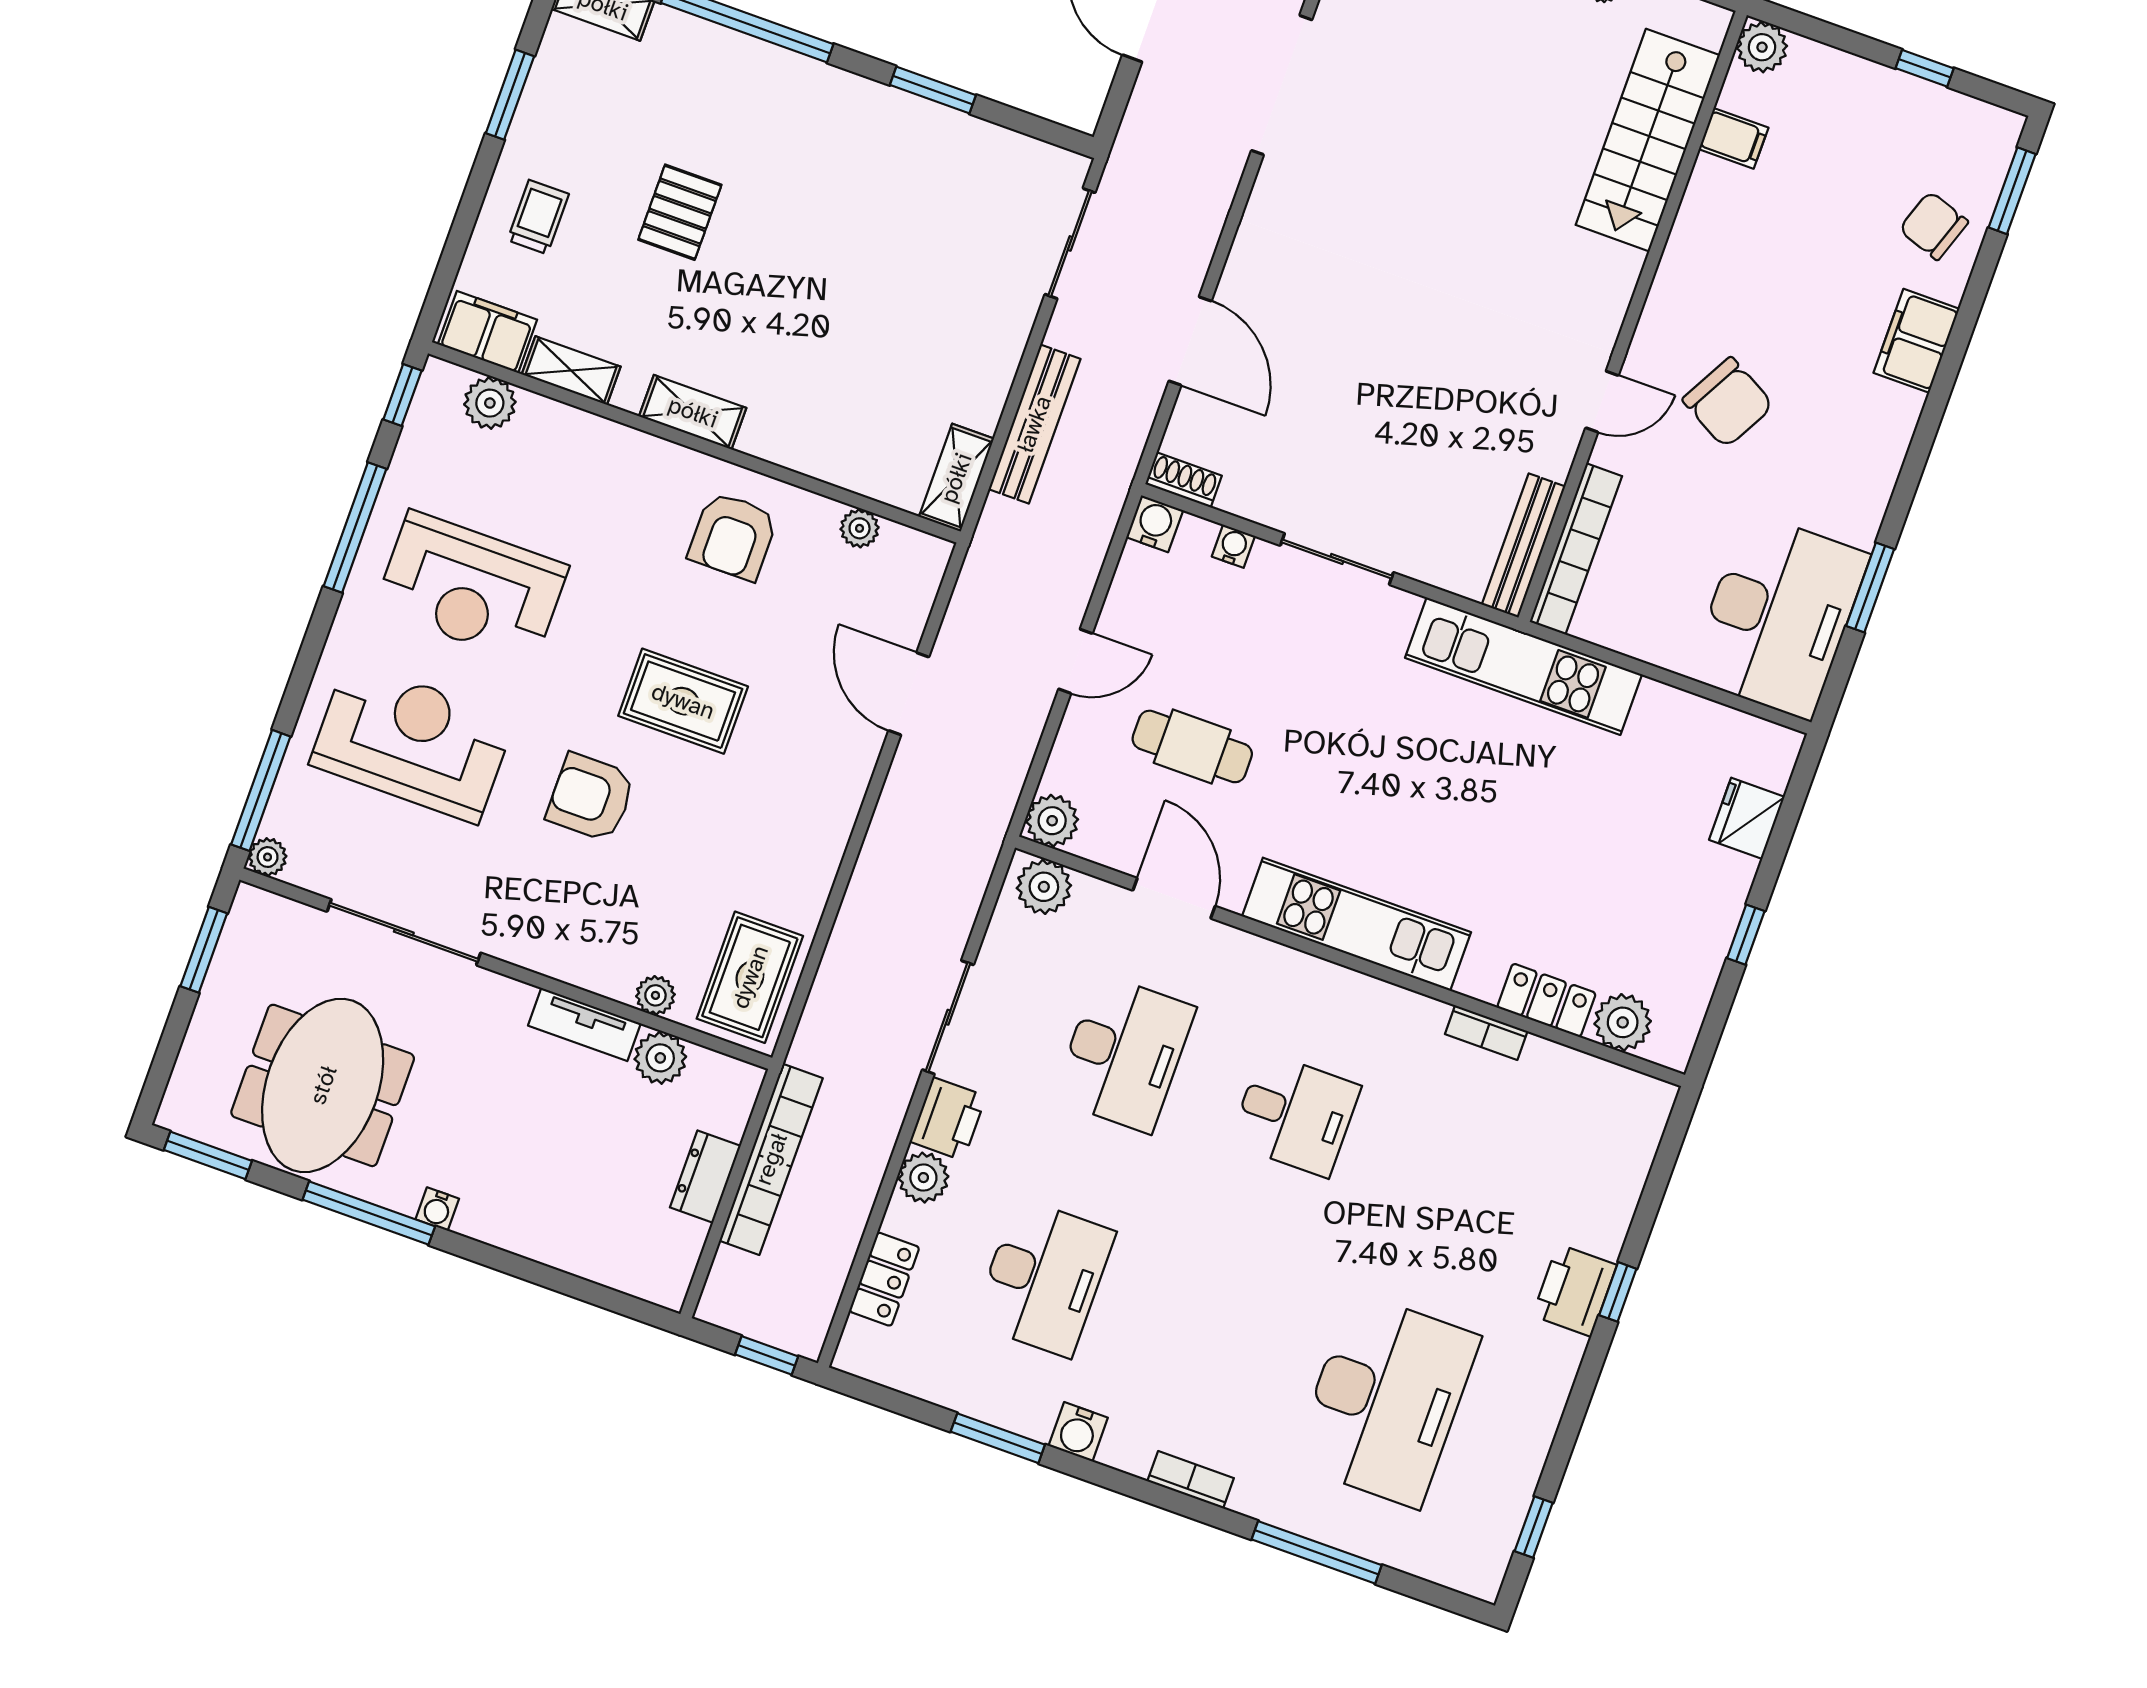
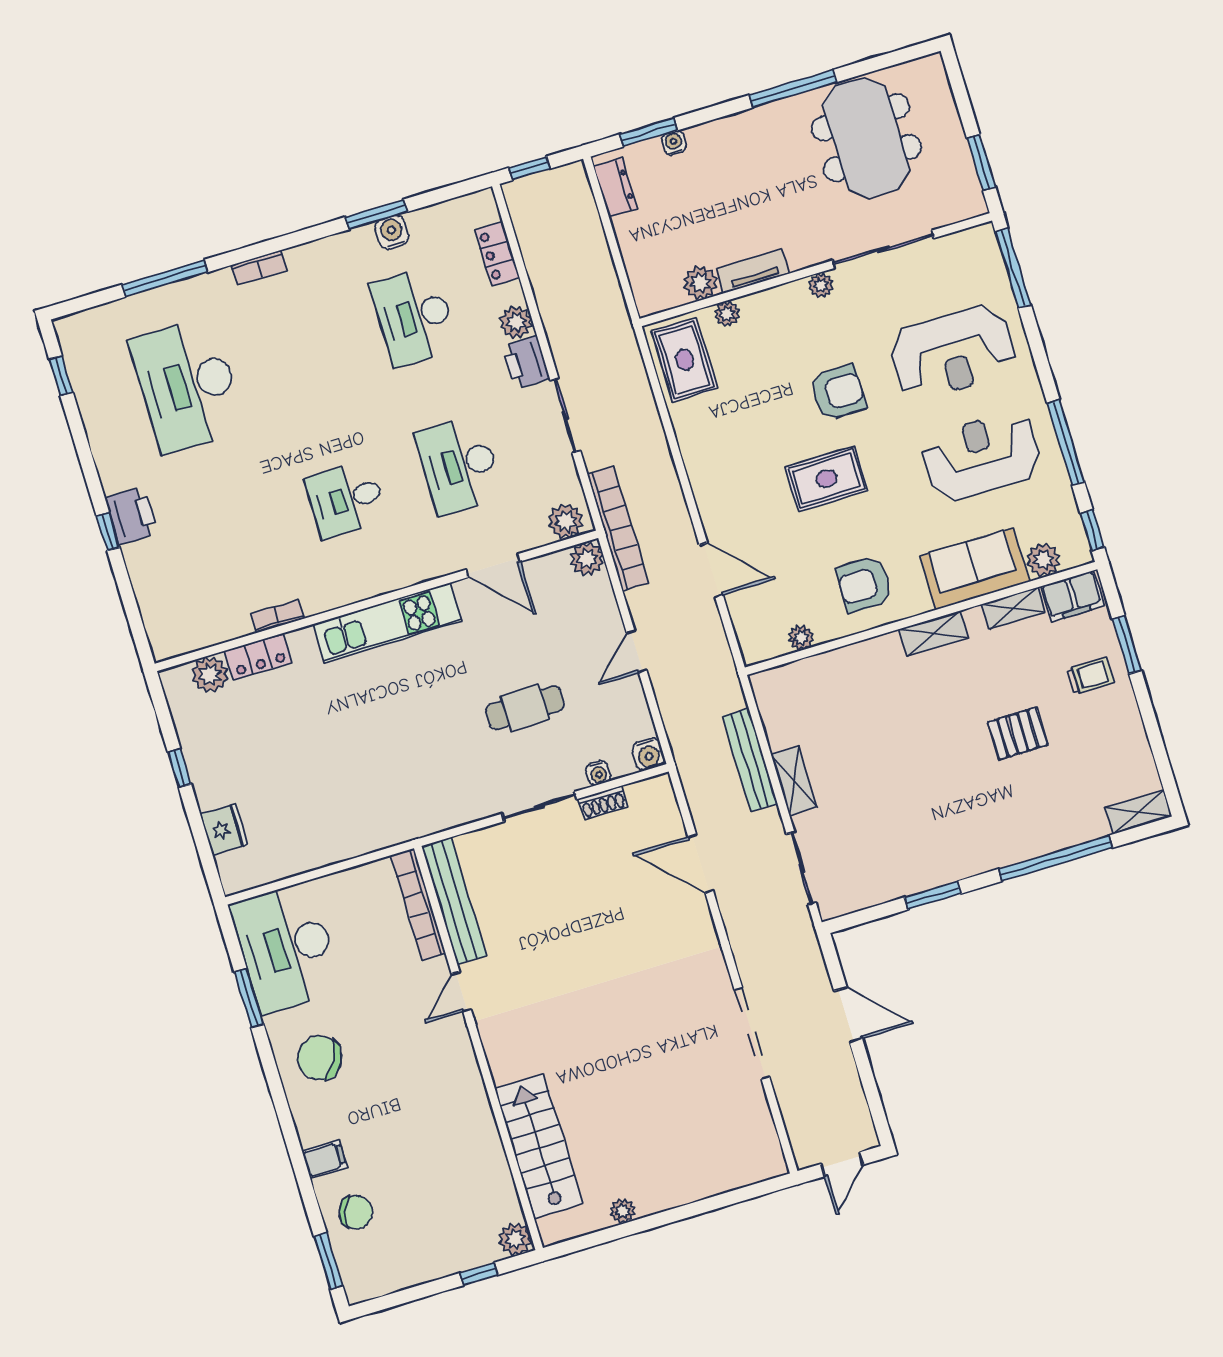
window: (1925, 68) -> (479, 1274), moved
window: (510, 95) -> (1127, 645), moved
filing cabinet: (1734, 138) -> (495, 1180), removed
pallet: (680, 212) -> (1018, 733), turned 90
trolley: (538, 217) -> (1090, 676), turned -90
filing cabinet: (1916, 341) -> (324, 1159), width x0.50
chair: (1728, 402) -> (320, 1058), moved
sofa: (583, 455) -> (974, 569), added
shelving: (956, 478) -> (794, 781), moved
shoe rack: (1183, 480) -> (603, 803), moved
armchair: (733, 536) -> (864, 584), turned -90
bench: (1524, 546) -> (454, 901), width x1.37, depth x1.21
kitchen unit: (1524, 666) -> (400, 823), removed
cafe table: (1192, 746) -> (525, 708), moved
plant: (268, 857) -> (821, 285), moved
window: (208, 1155) -> (648, 132), moved
bookcase: (771, 1159) -> (618, 529), moved, turned 180
dresser: (705, 1177) -> (615, 188), moved
water cooler: (437, 1209) -> (674, 143), moved
water cooler: (1078, 1432) -> (392, 232), moved

